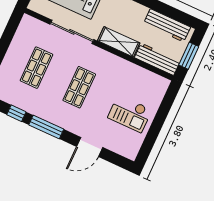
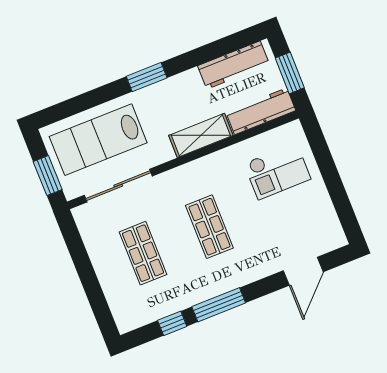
sliding door: (72, 32) -> (118, 186), moved
checkout: (130, 114) -> (277, 171), moved
door: (90, 147) -> (303, 271), moved

